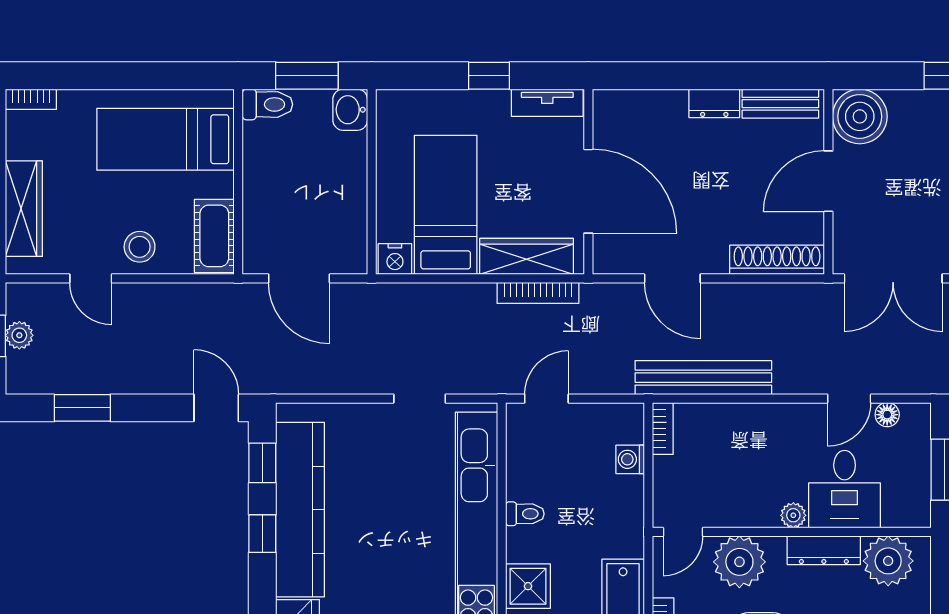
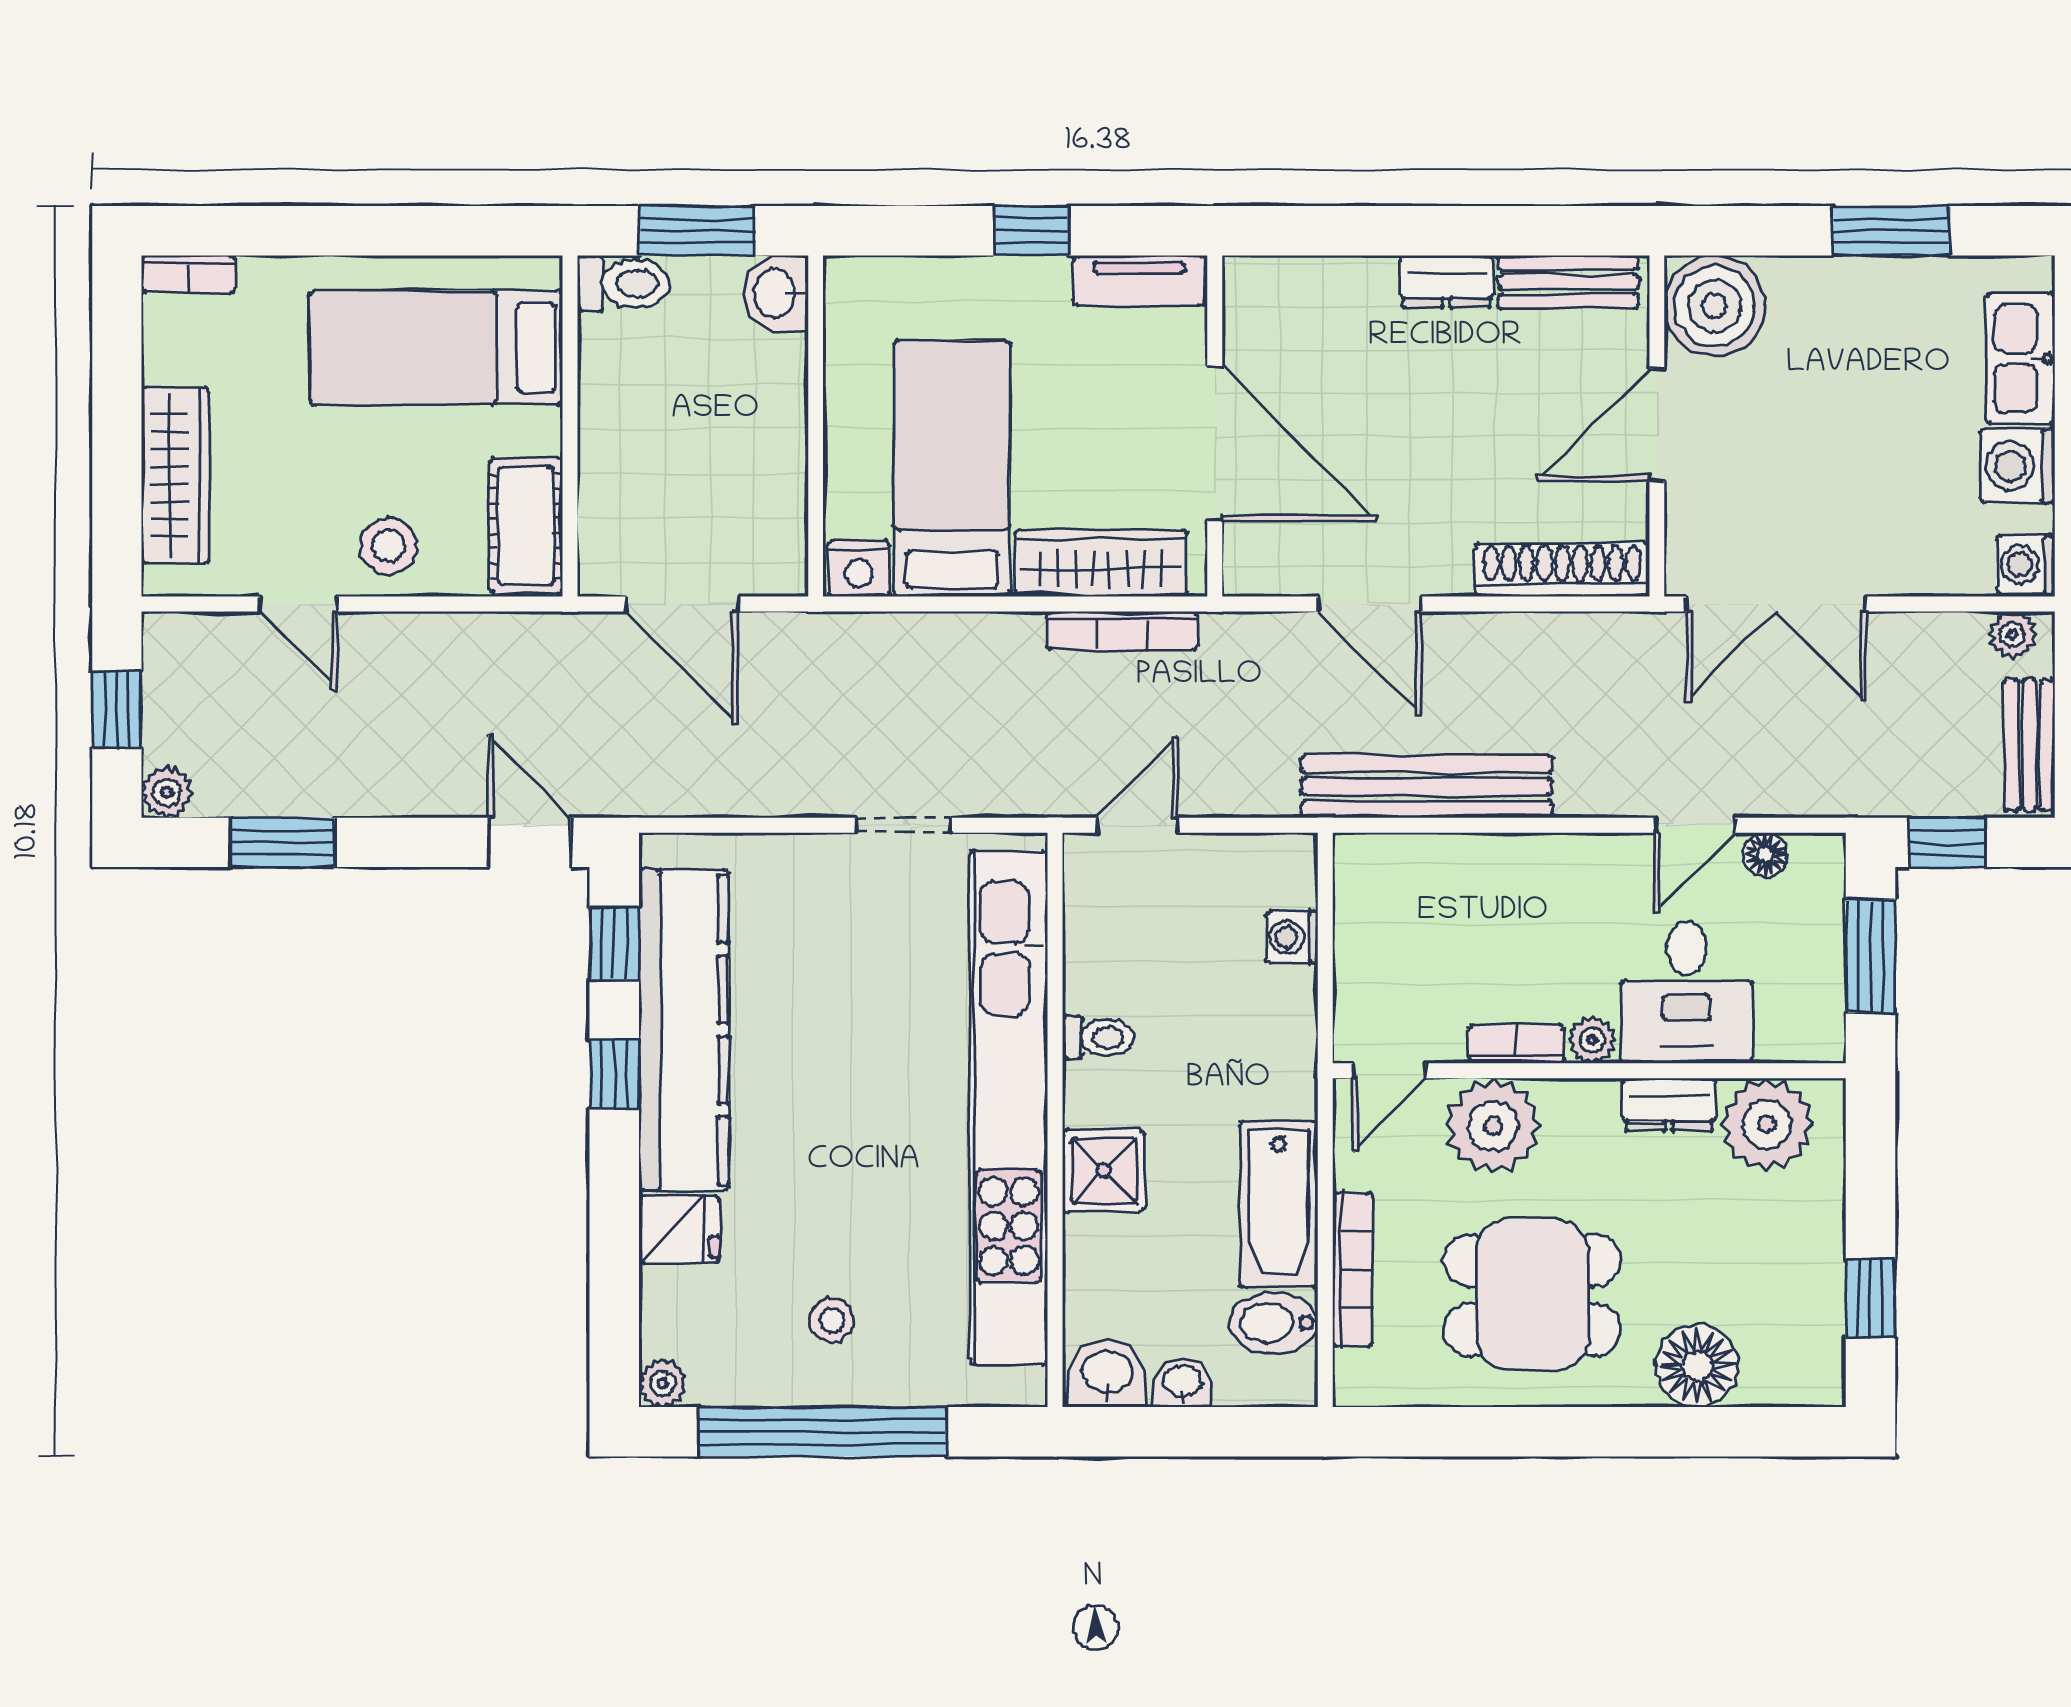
plant: (19, 335) -> (167, 792), moved
bookcase: (663, 428) -> (1516, 1044), moved, turned -90
dresser: (824, 550) -> (1669, 1105), width x0.70

